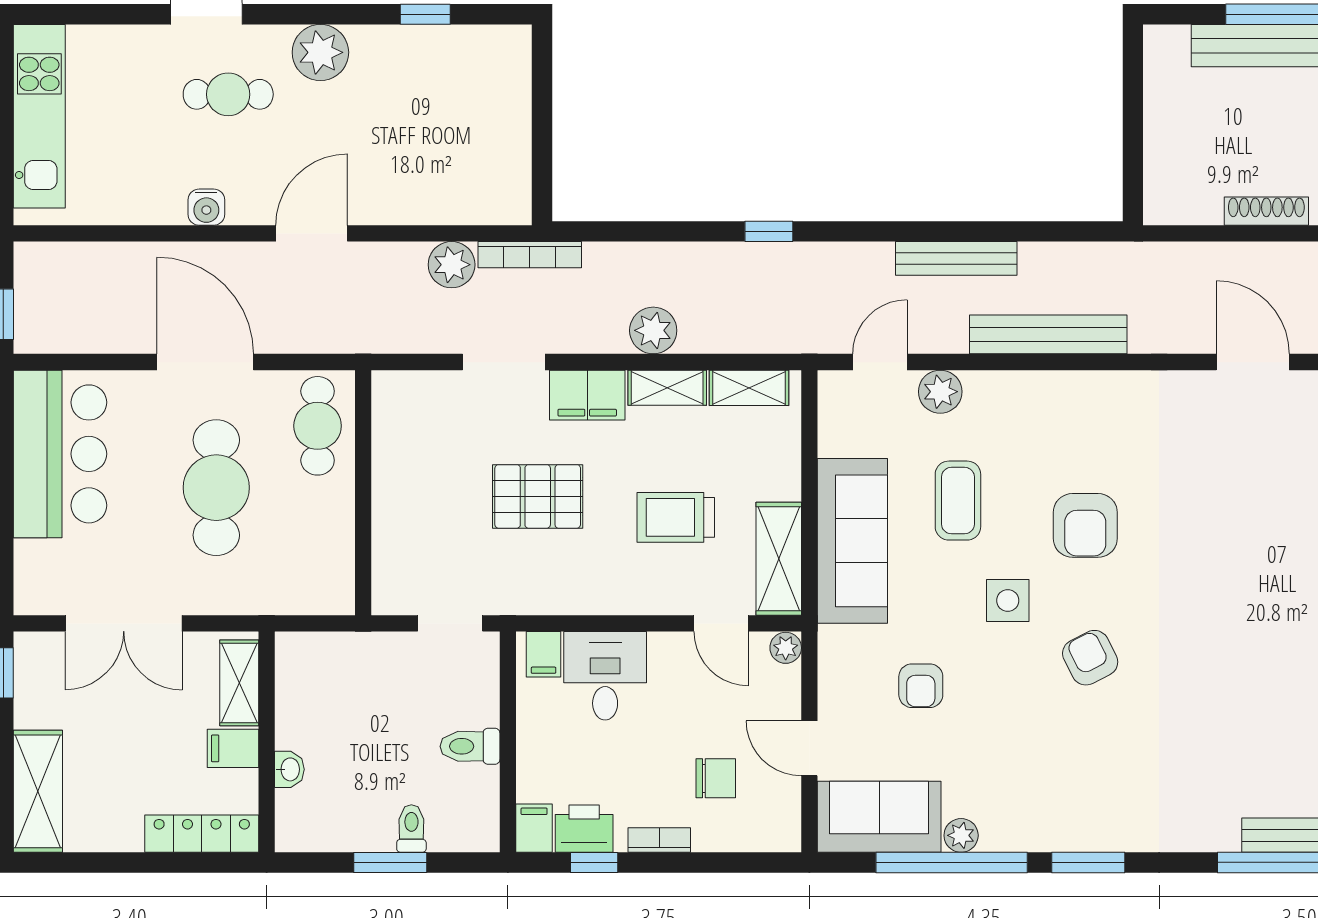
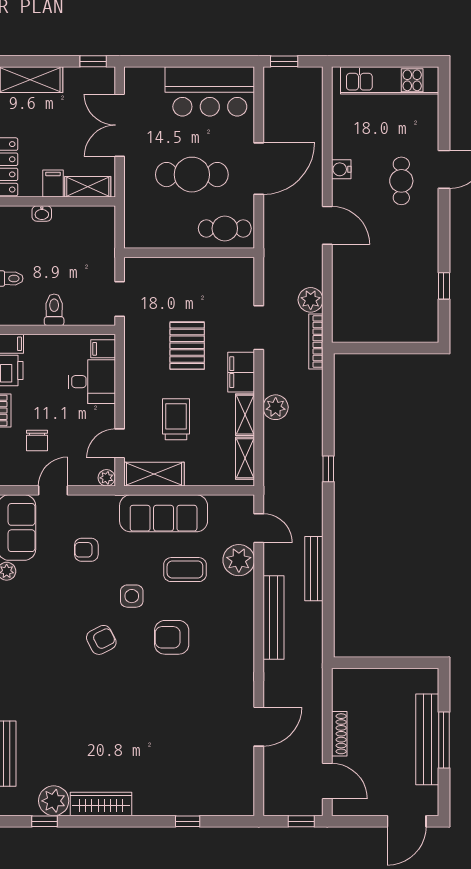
plant: (320, 52) -> (424, 230), removed
plant: (940, 392) -> (239, 560), width x1.36, depth x1.36

